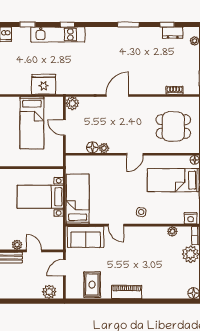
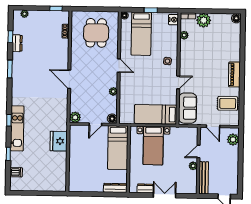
dresser: (173, 33) -> (17, 43), moved
bed: (32, 123) -> (118, 148), moved, turned 90
floor lamp: (92, 147) -> (112, 119), moved

